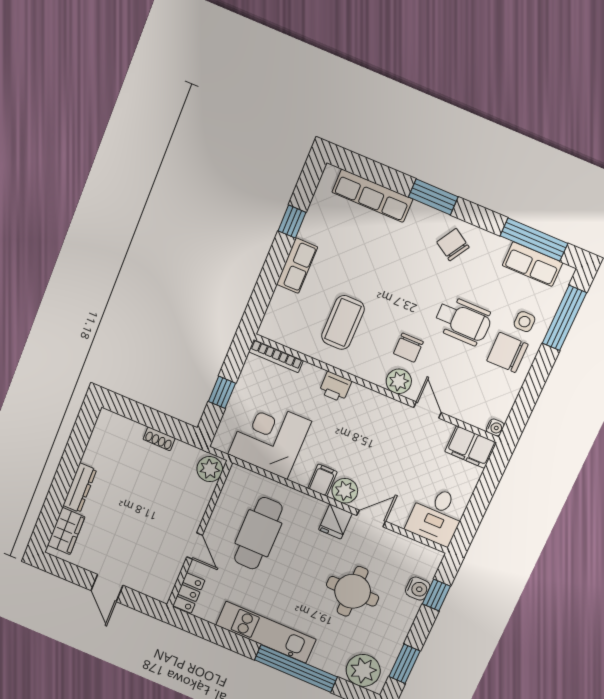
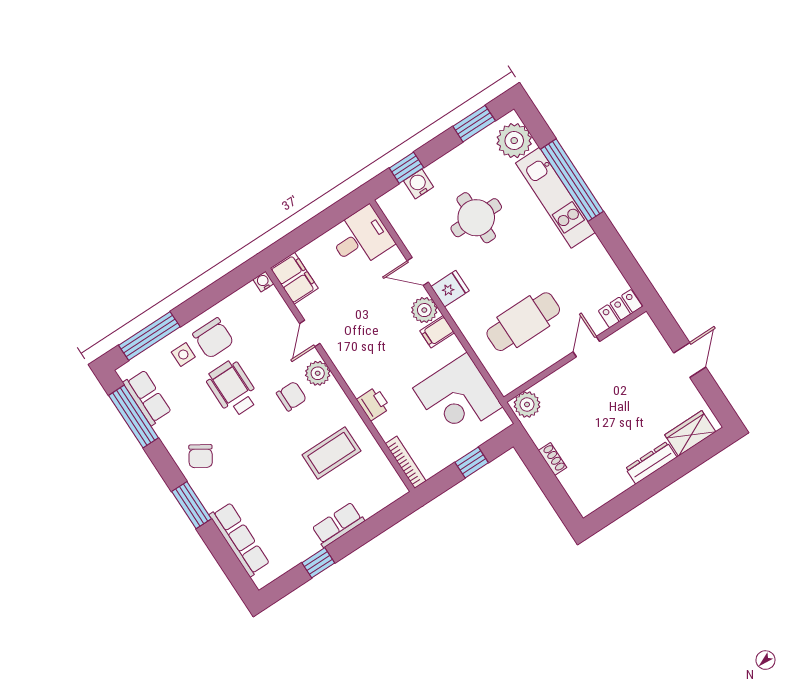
kitchen unit: (266, 632) -> (555, 198), moved

